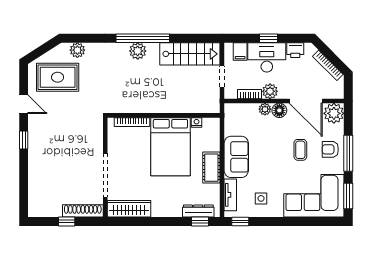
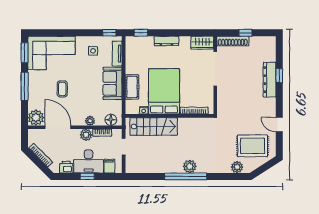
stairs: (190, 54) -> (154, 126), moved, turned 180
floor lamp: (279, 110) -> (111, 120), moved
window: (24, 140) -> (279, 76), moved
armchair: (330, 149) -> (39, 89), removed
dresser: (36, 162) -> (270, 80), added
cot: (211, 168) -> (132, 87), moved
wardrobe: (129, 209) -> (202, 43), width x0.67
dresser: (198, 211) -> (166, 41), moved

